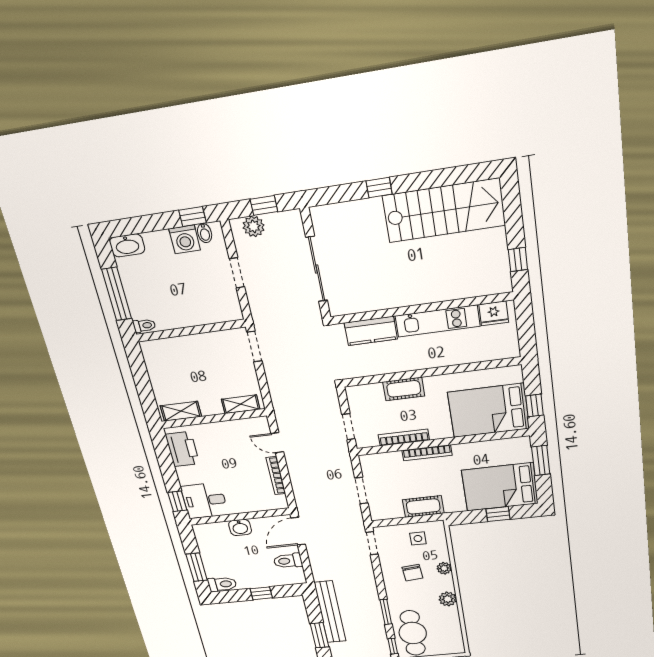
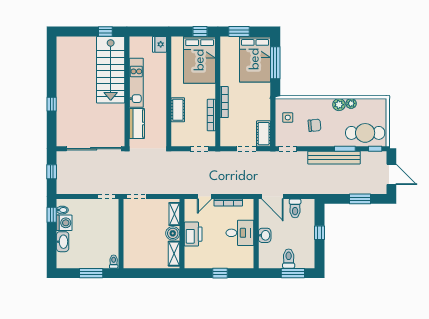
stairs: (444, 211) -> (111, 70), moved, turned 180
plant: (254, 226) -> (63, 180), removed
washbasin: (127, 245) -> (63, 242), moved
sliding door: (317, 269) -> (94, 149), width x1.36
doorway: (237, 273) -> (107, 197), moved
window: (117, 294) -> (91, 273), width x0.69
fridge: (494, 313) -> (160, 44), moved, turned 180
boiler: (211, 406) -> (173, 233), added
printer: (182, 449) -> (193, 234), moved, turned 90
window: (177, 501) -> (220, 273), moved
desk: (205, 501) -> (240, 233), moved, turned -90
cot: (423, 506) -> (264, 134), moved
window: (498, 514) -> (275, 63), width x2.17
plant: (444, 568) -> (351, 103), moved
toilet: (222, 584) -> (289, 259), moved
bench: (330, 612) -> (334, 158), moved

